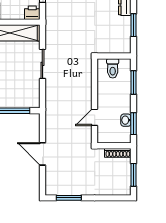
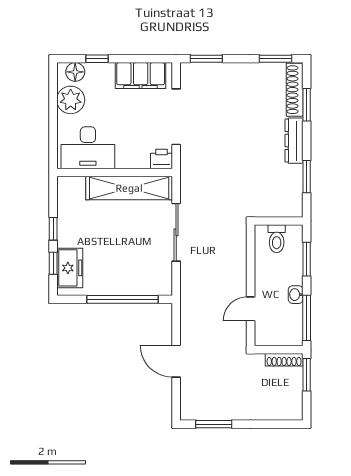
sliding door: (42, 64) -> (176, 232), width x1.37
washbasin: (126, 120) -> (296, 295), moved
window: (134, 124) -> (307, 318), width x1.44
window: (134, 175) -> (307, 375), moved

